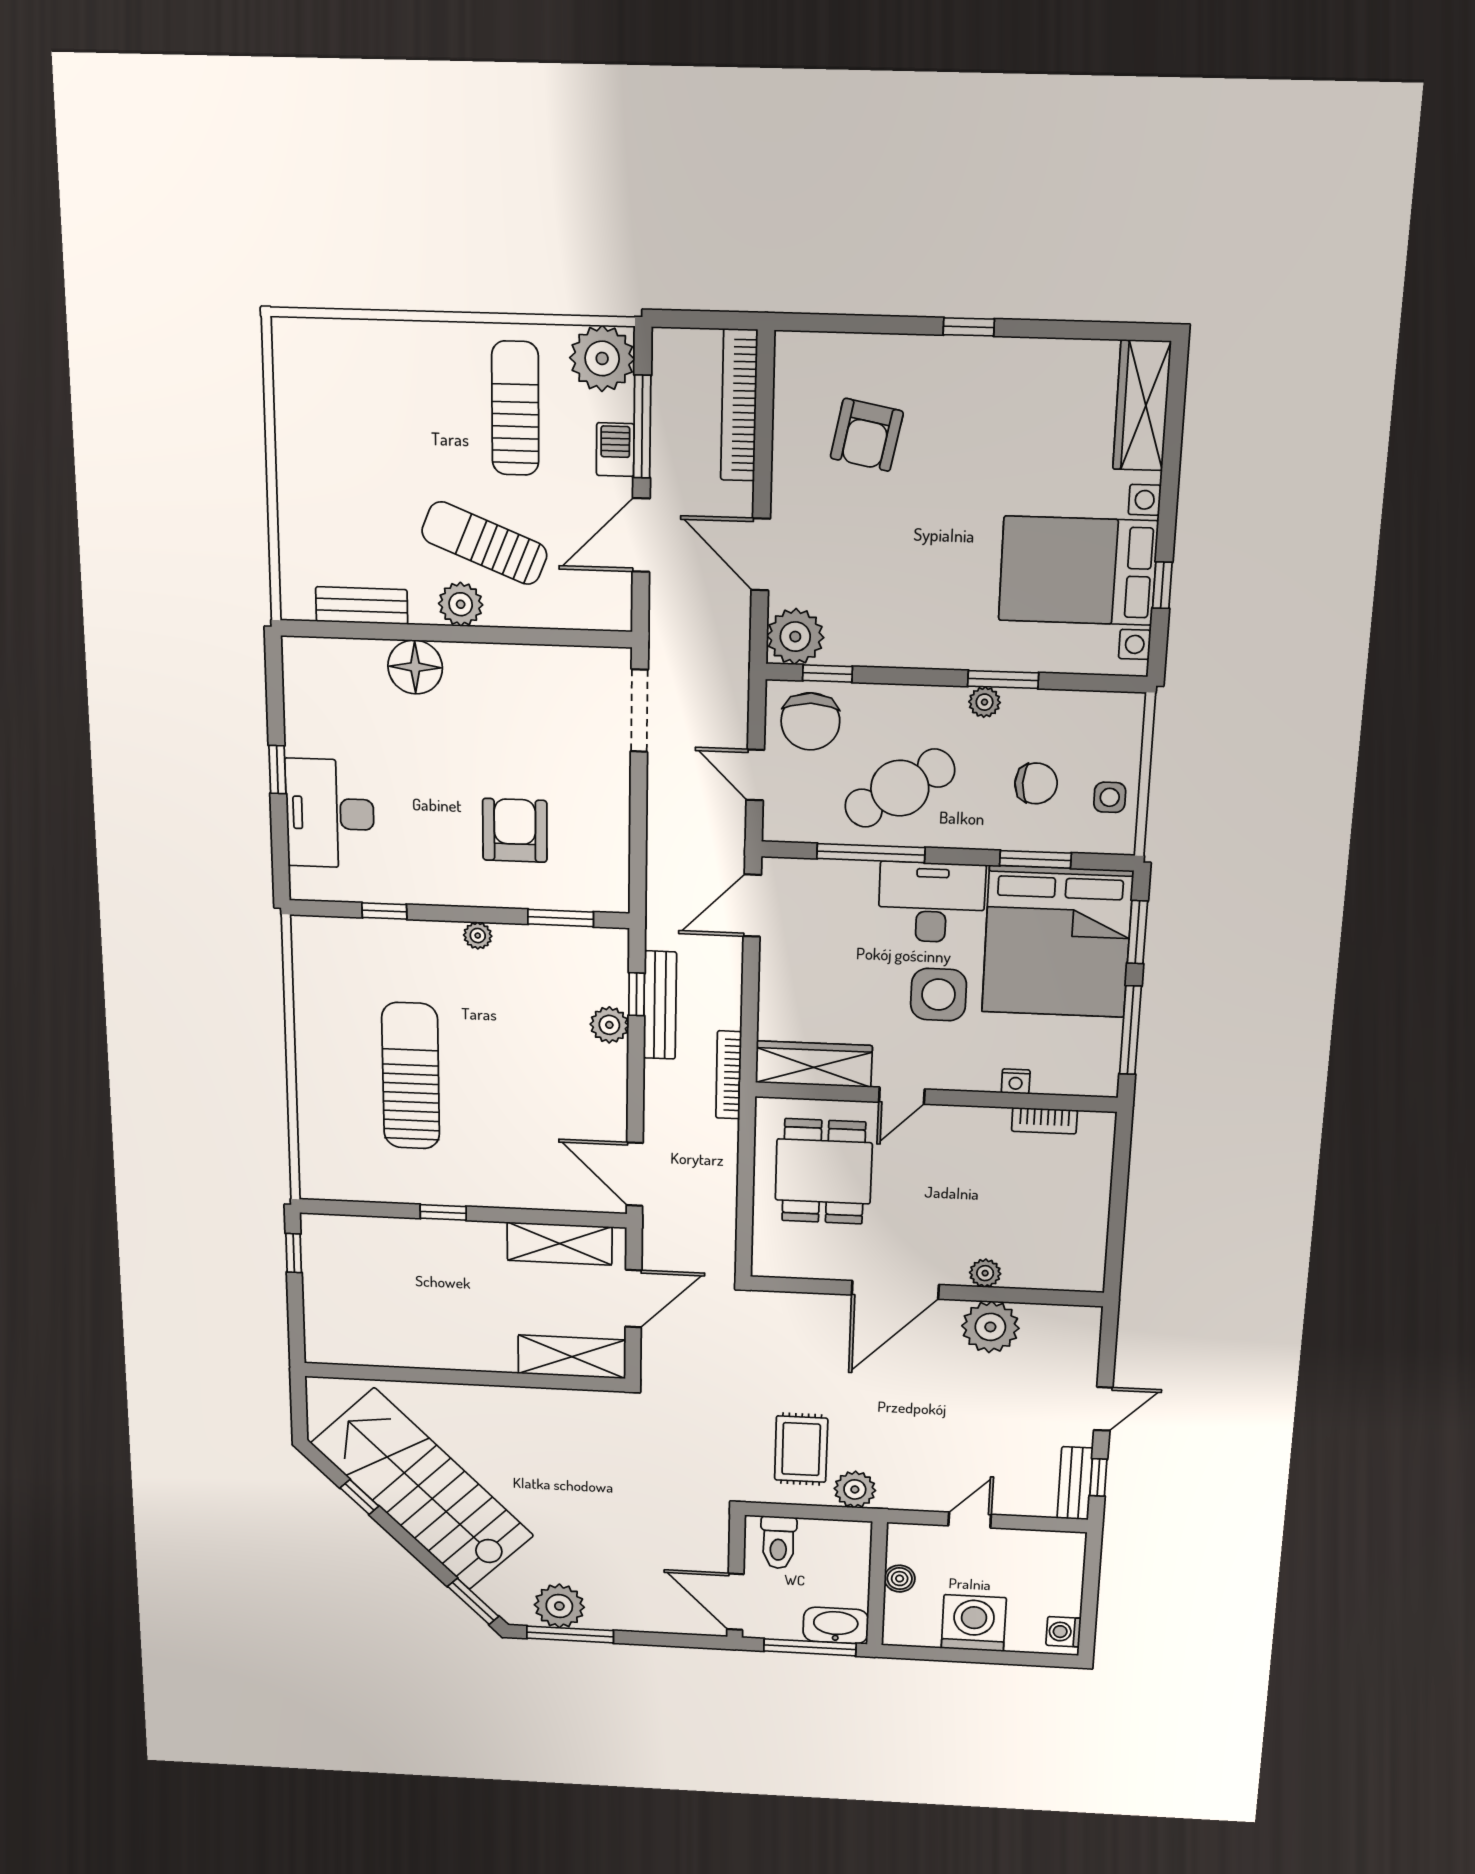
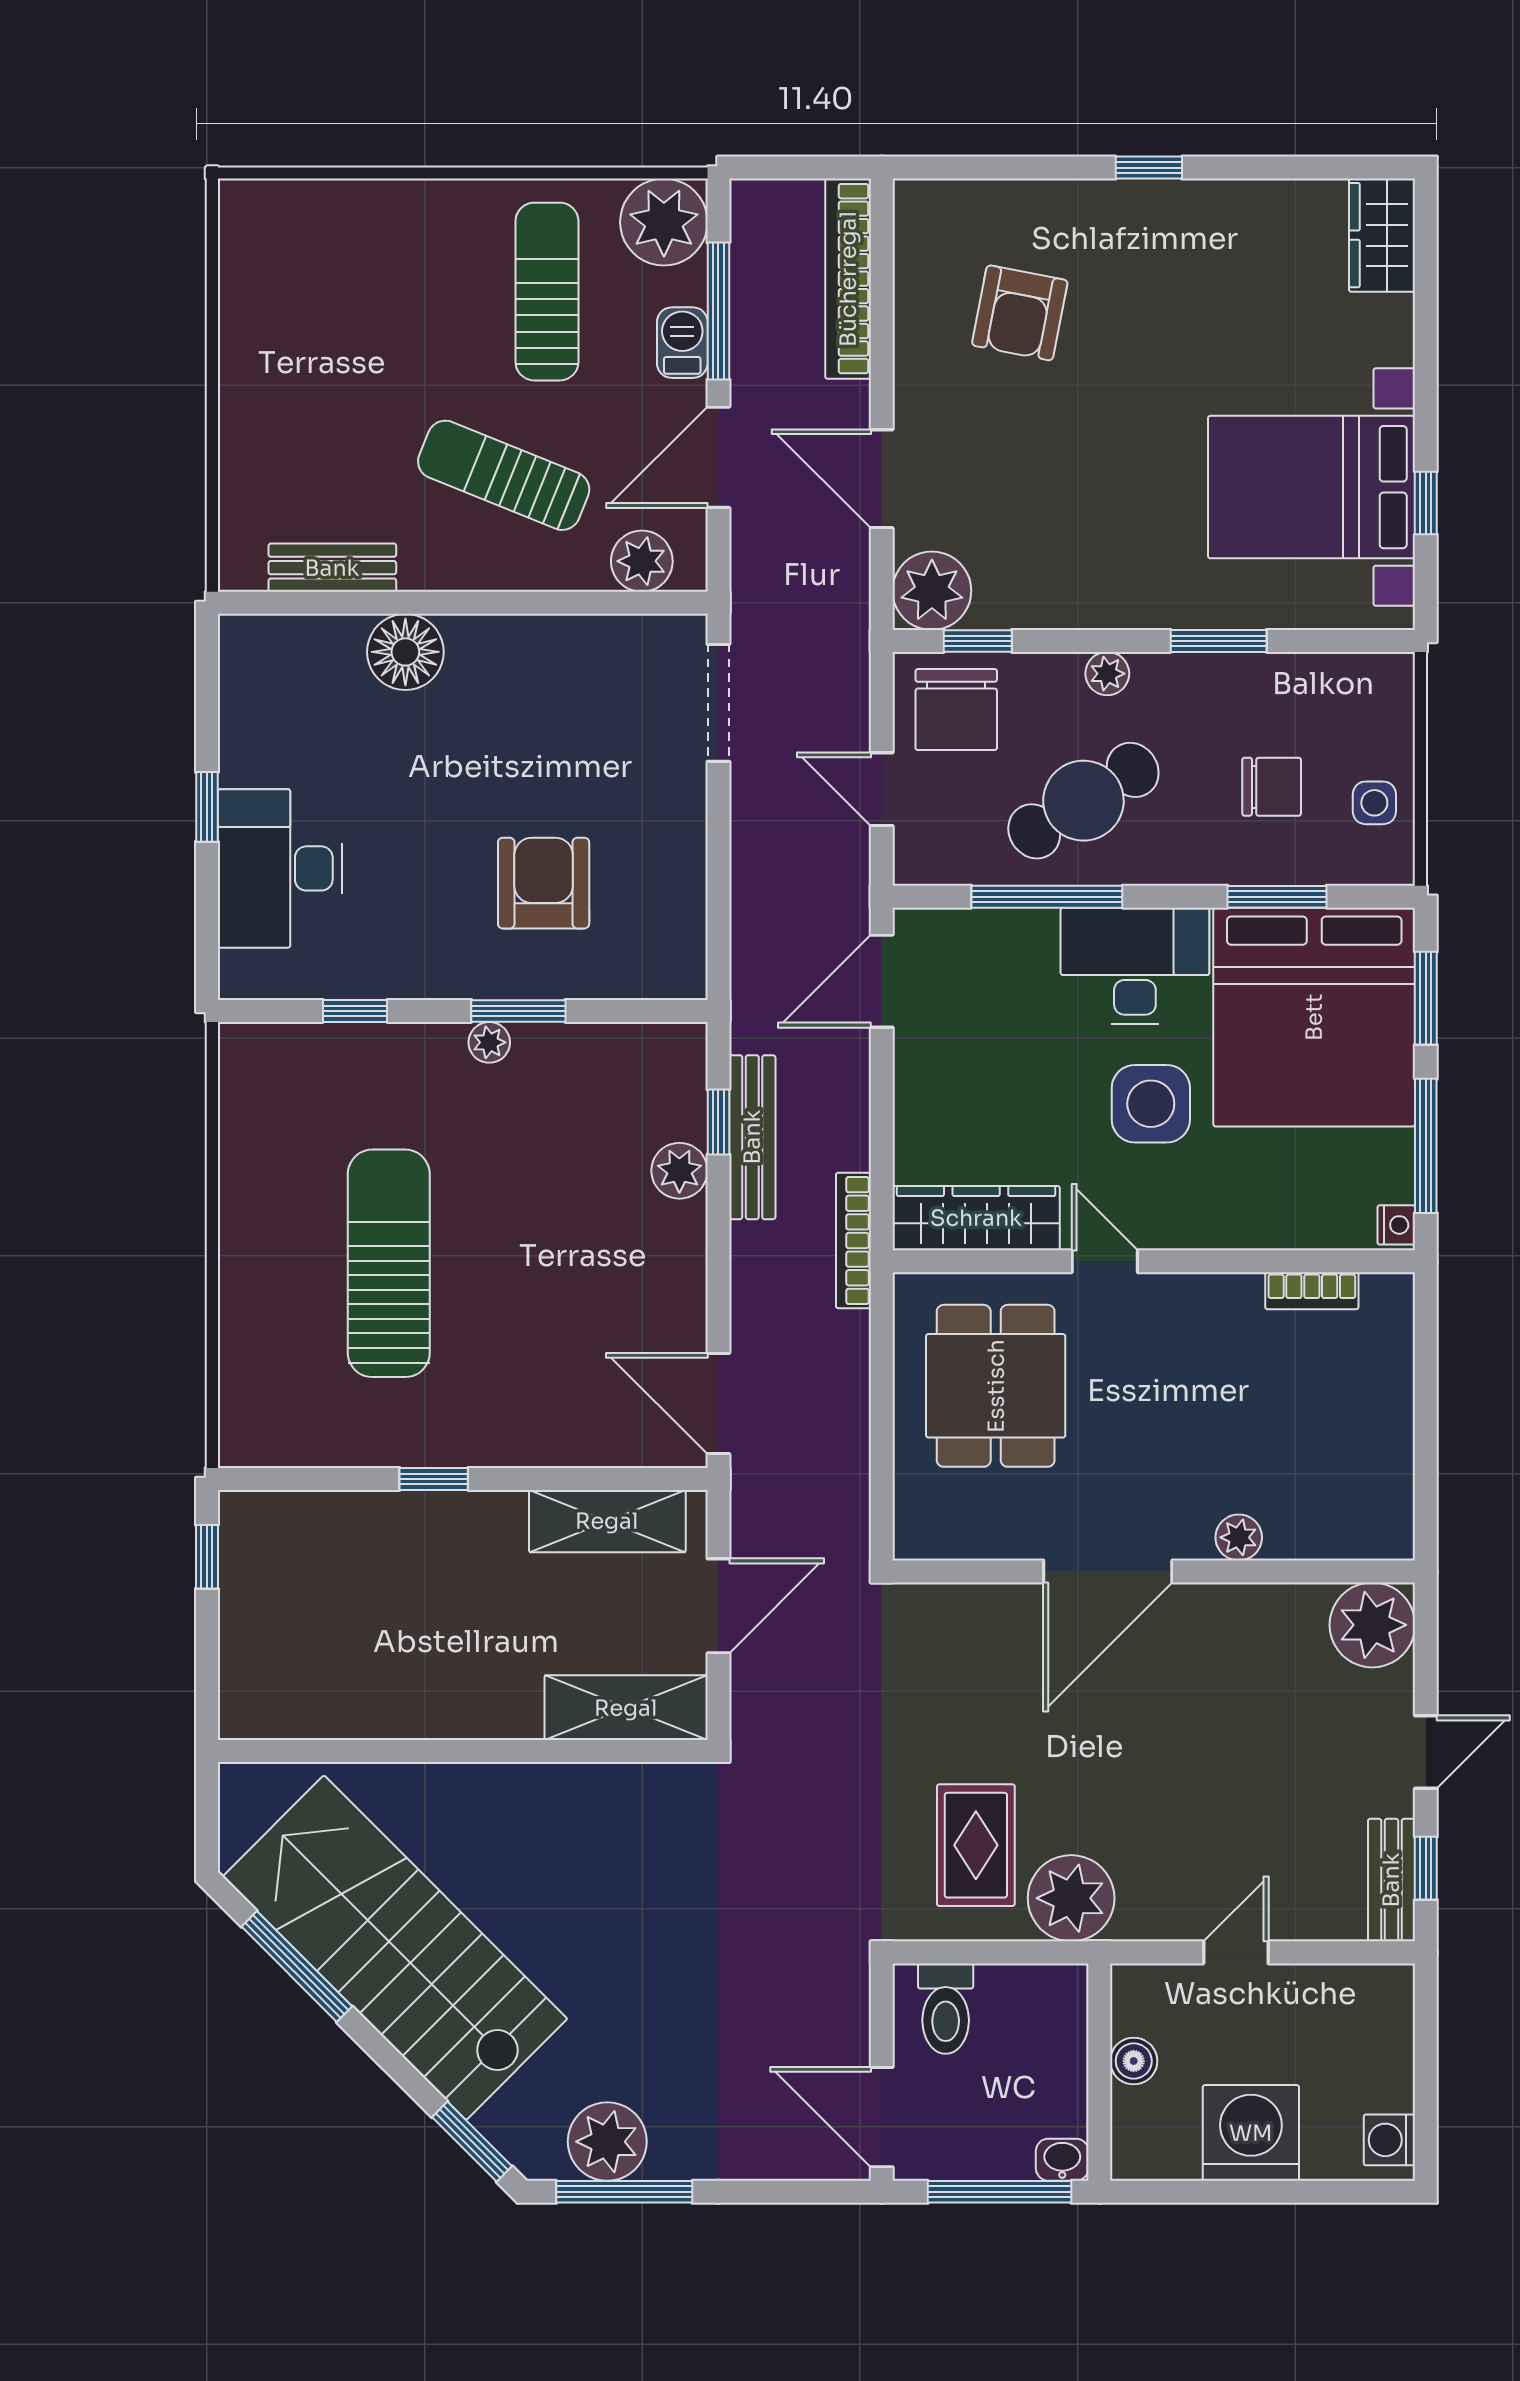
wardrobe: (1142, 406) -> (1382, 235), width x0.67
plant: (461, 604) -> (642, 561), moved
plant: (985, 702) -> (1107, 674), moved
window: (561, 918) -> (518, 1011), moved
nightstand: (1016, 1081) -> (1396, 1225), moved, turned -90
door: (902, 1096) -> (1105, 1261), swing flipped
plant: (990, 1327) -> (1372, 1625), moved
plant: (855, 1489) -> (1071, 1898), width x1.36, depth x1.36
window: (359, 1497) -> (297, 1967), width x2.17
washbasin: (836, 1625) -> (1062, 2160), width x0.52, depth x0.69

